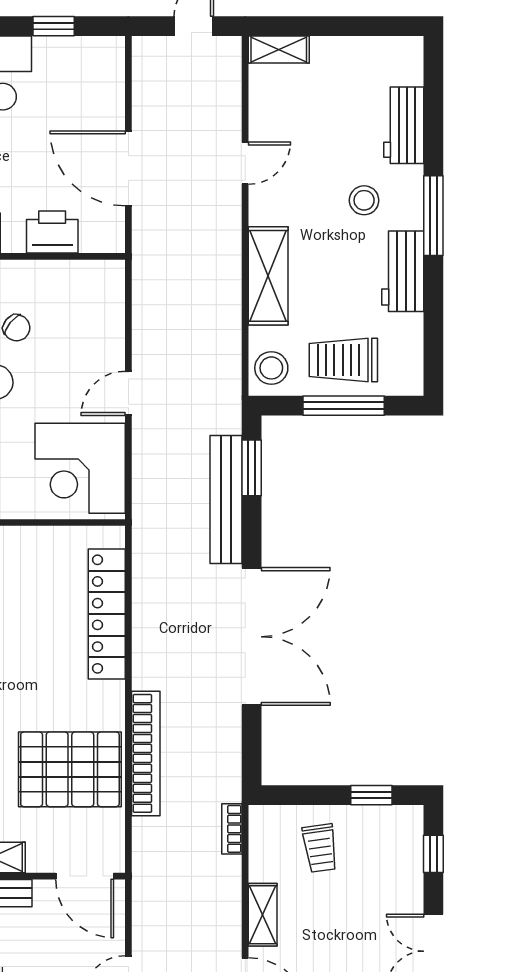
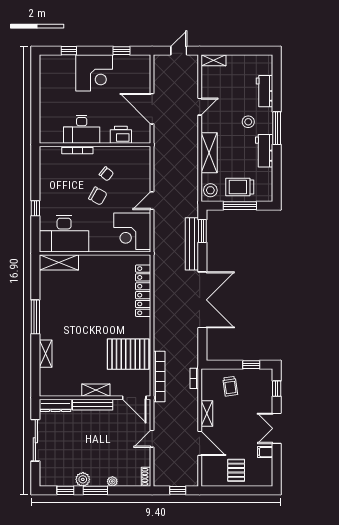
bookcase: (146, 753) -> (159, 376), moved

